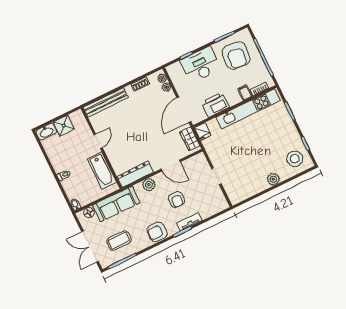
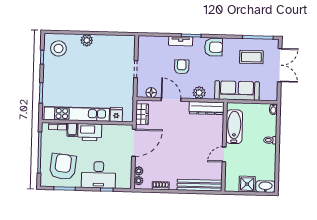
printer: (215, 105) -> (90, 132), moved
fridge: (203, 131) -> (116, 115), moved
floor lamp: (89, 213) -> (151, 93), moved

